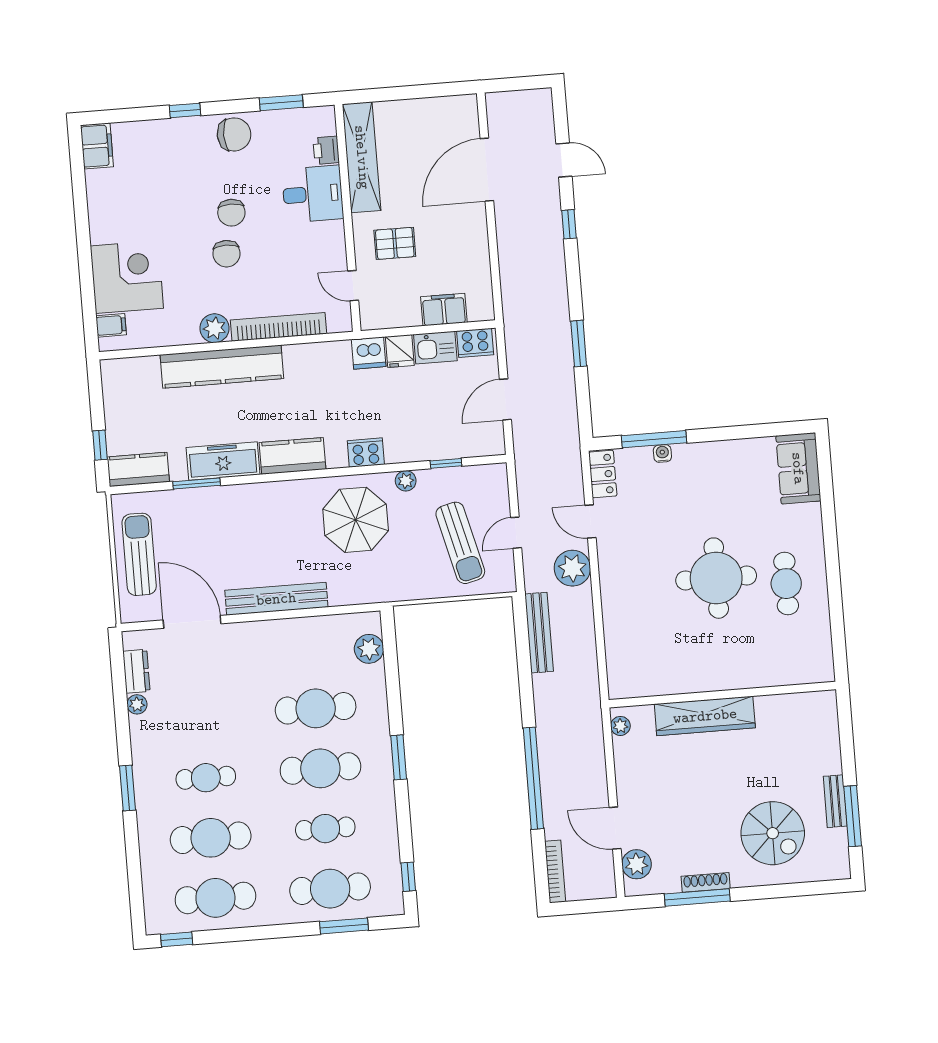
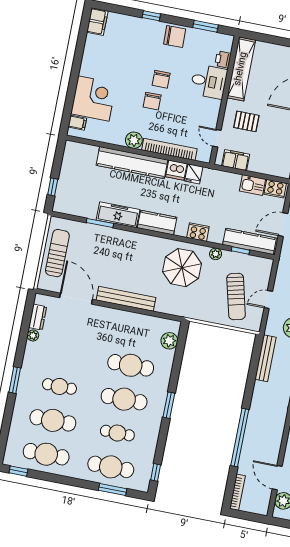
filing cabinet: (444, 310) -> (236, 160), moved
fridge: (400, 351) -> (194, 174), moved
dishwasher: (369, 353) -> (176, 170), moved
kitchen counter: (138, 469) -> (249, 241), moved, width x1.50

